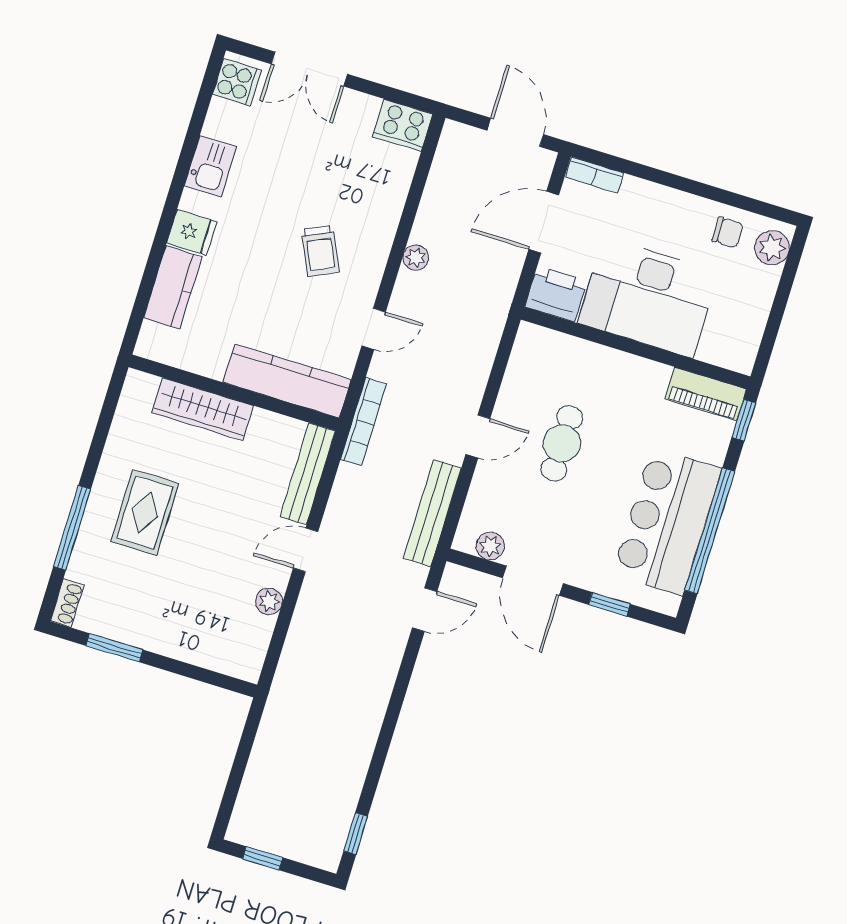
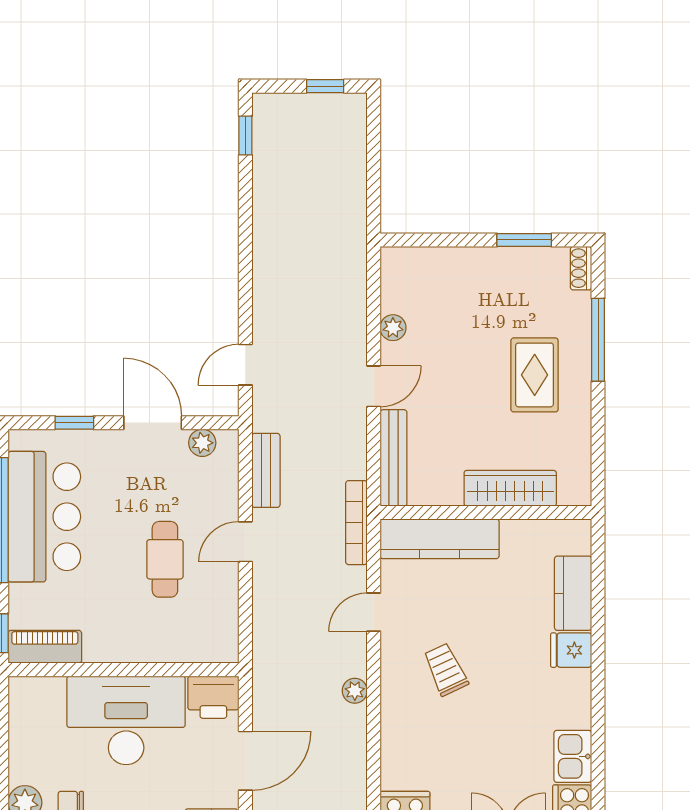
kitchen sink: (210, 166) -> (573, 756), moved
bench: (432, 513) -> (266, 470), width x0.73

